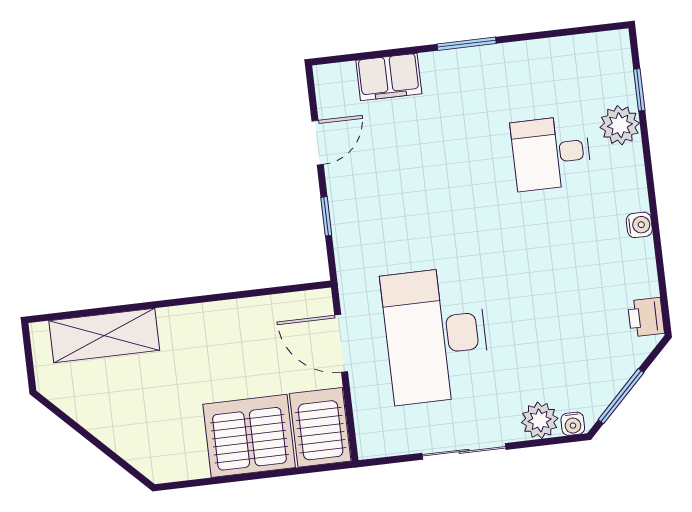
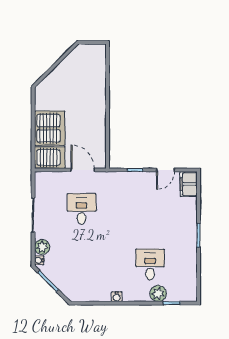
filing cabinet: (389, 77) -> (189, 184), moved
door: (318, 143) -> (165, 170), hinge flipped
printer: (646, 317) -> (79, 295), removed
desk: (436, 335) -> (82, 209), width x0.53, depth x0.77
shelving: (104, 336) -> (97, 74), removed
door: (341, 343) -> (83, 170), hinge flipped

